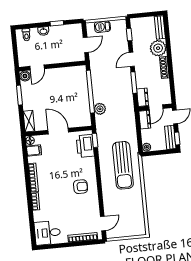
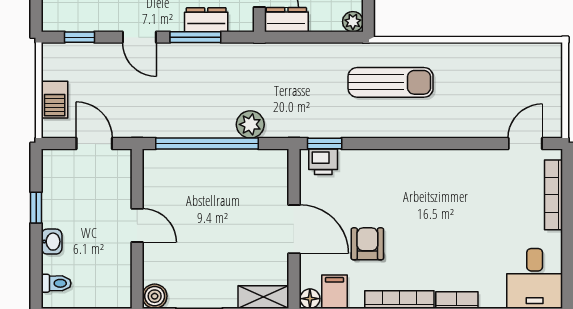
door: (37, 67) -> (137, 225), moved
dresser: (143, 97) -> (206, 20), moved
door: (58, 131) -> (294, 229), swing flipped
printer: (85, 146) -> (323, 162), width x0.53, depth x0.68
sun lounger: (123, 165) -> (391, 82), width x0.73, depth x0.75
armchair: (81, 187) -> (367, 244), moved
door: (103, 224) -> (525, 144), hinge flipped

